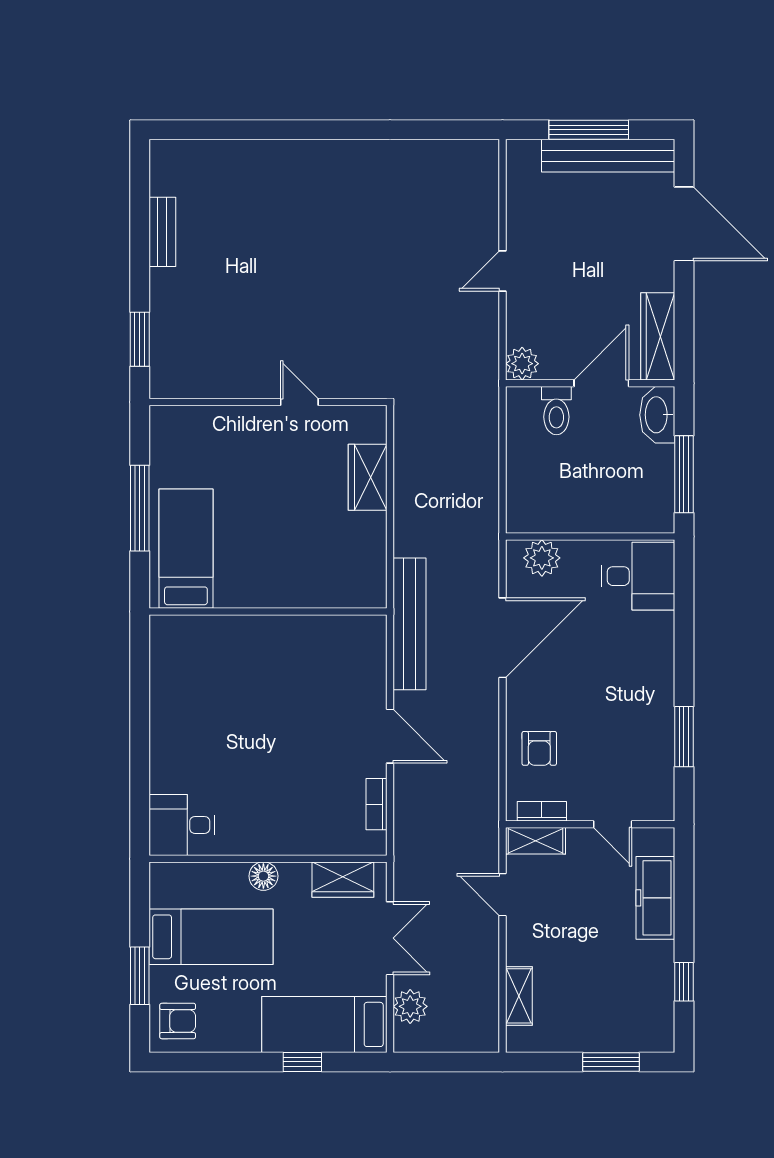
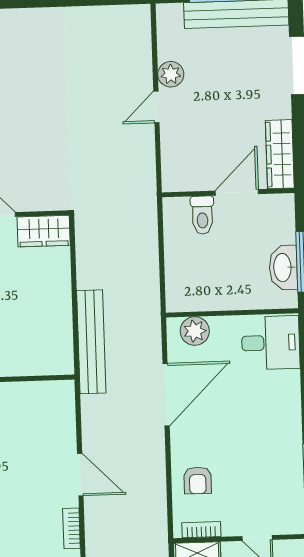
plant: (522, 364) -> (171, 74), moved
washbasin: (657, 415) -> (283, 268), moved
wardrobe: (368, 477) -> (44, 231), moved, turned -90
bench: (409, 624) -> (91, 342), moved

